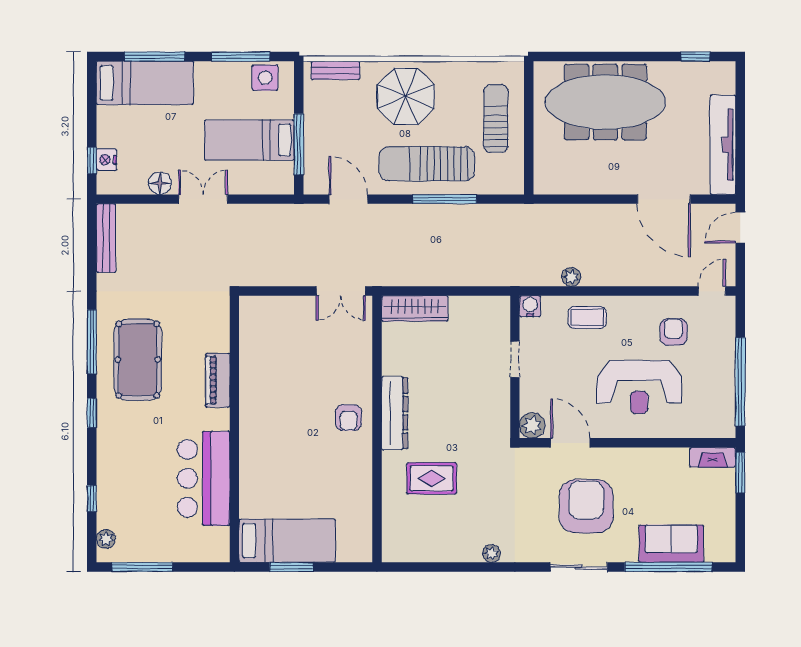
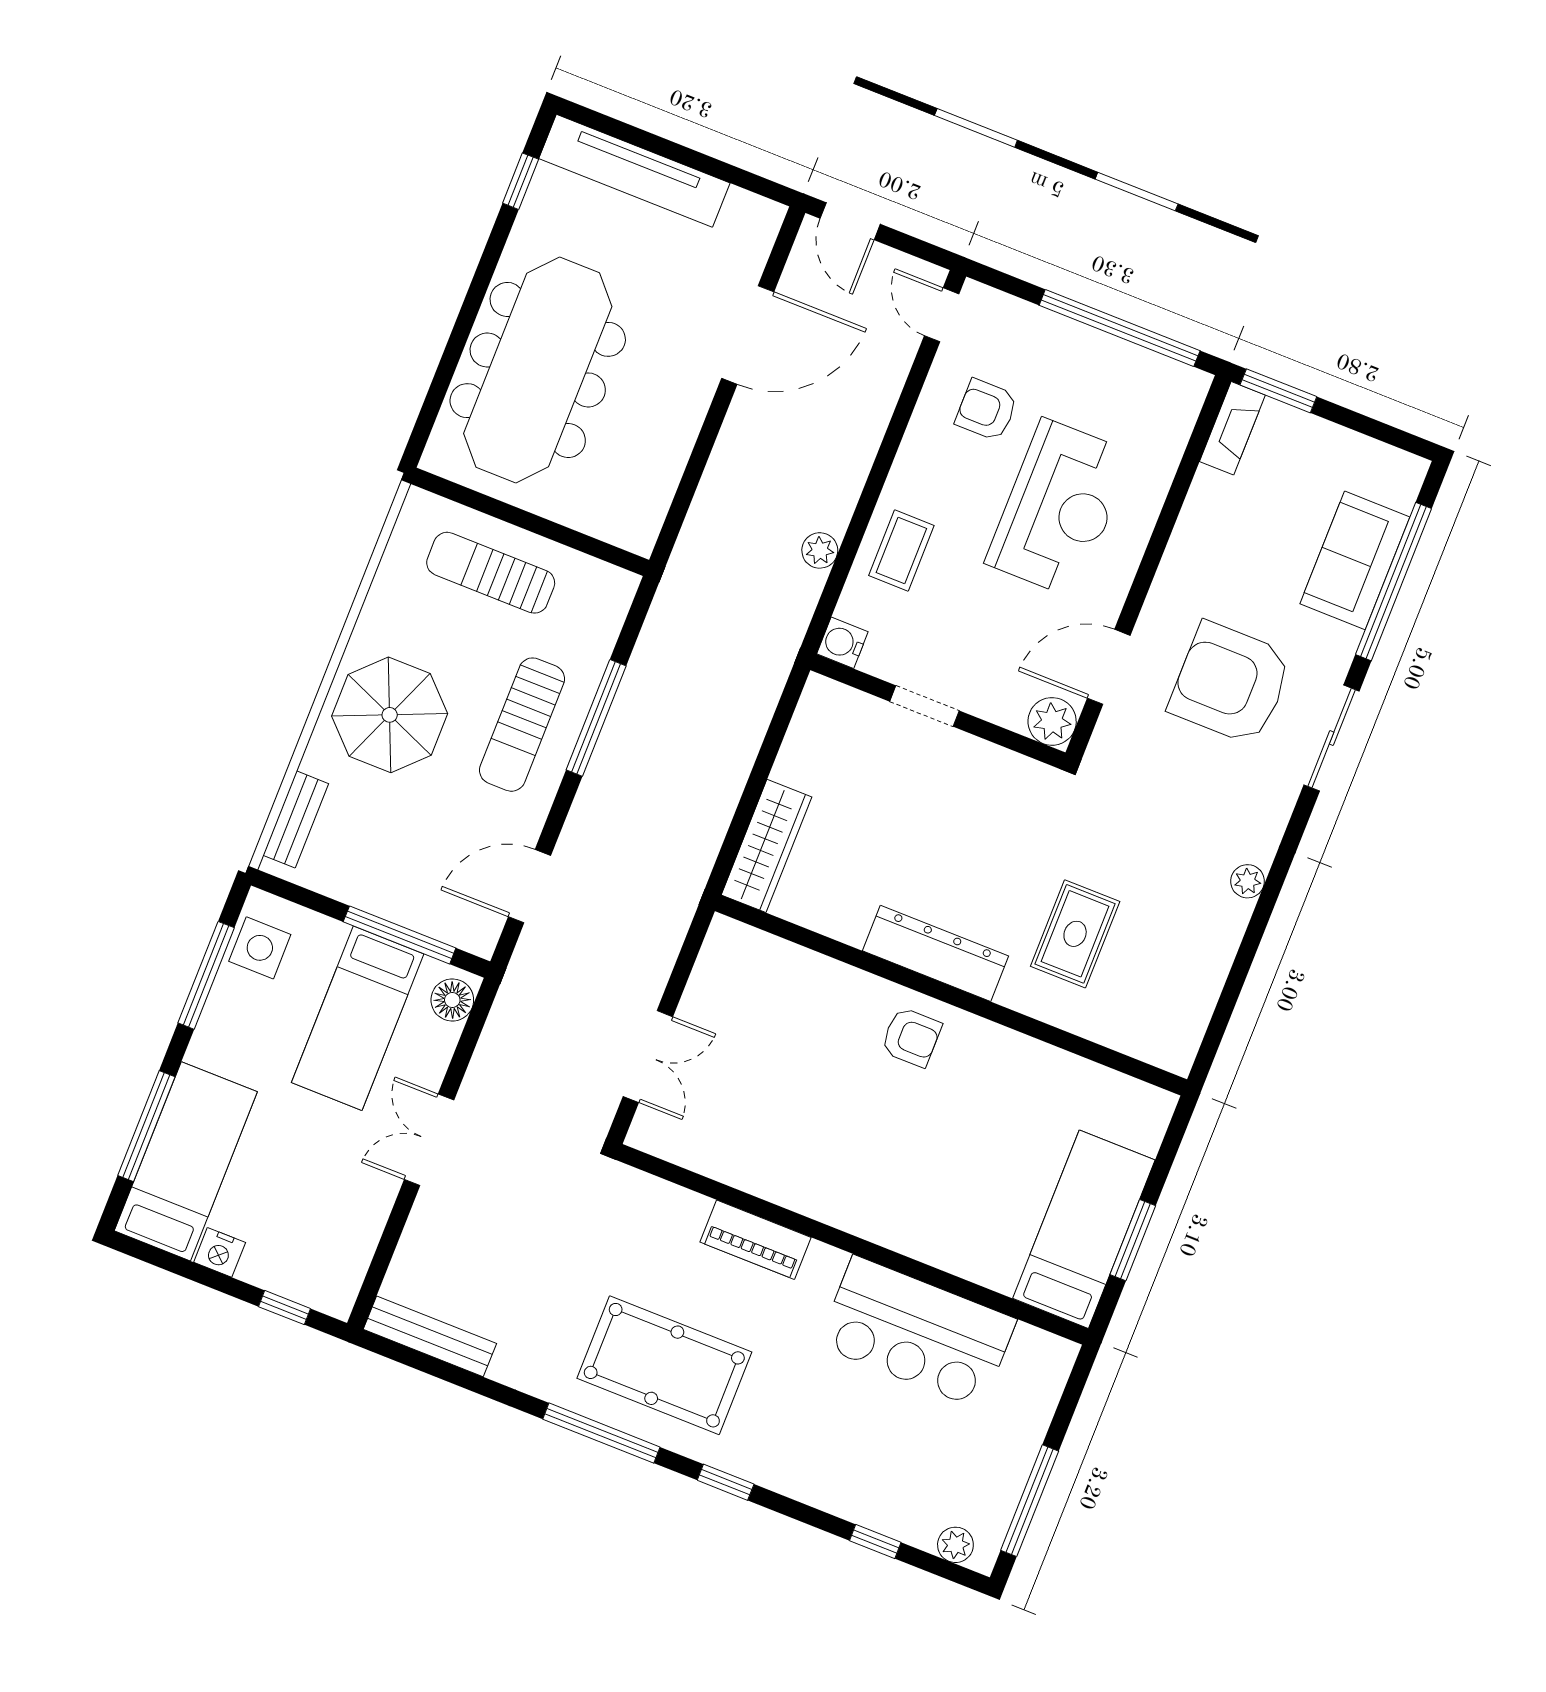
tv unit: (723, 145) -> (634, 171), moved
nightstand: (106, 160) -> (220, 1252), moved
sun lounger: (427, 164) -> (522, 725), width x0.73, depth x0.75
floor lamp: (160, 183) -> (452, 1000), moved
double door: (341, 291) -> (648, 1057), moved

